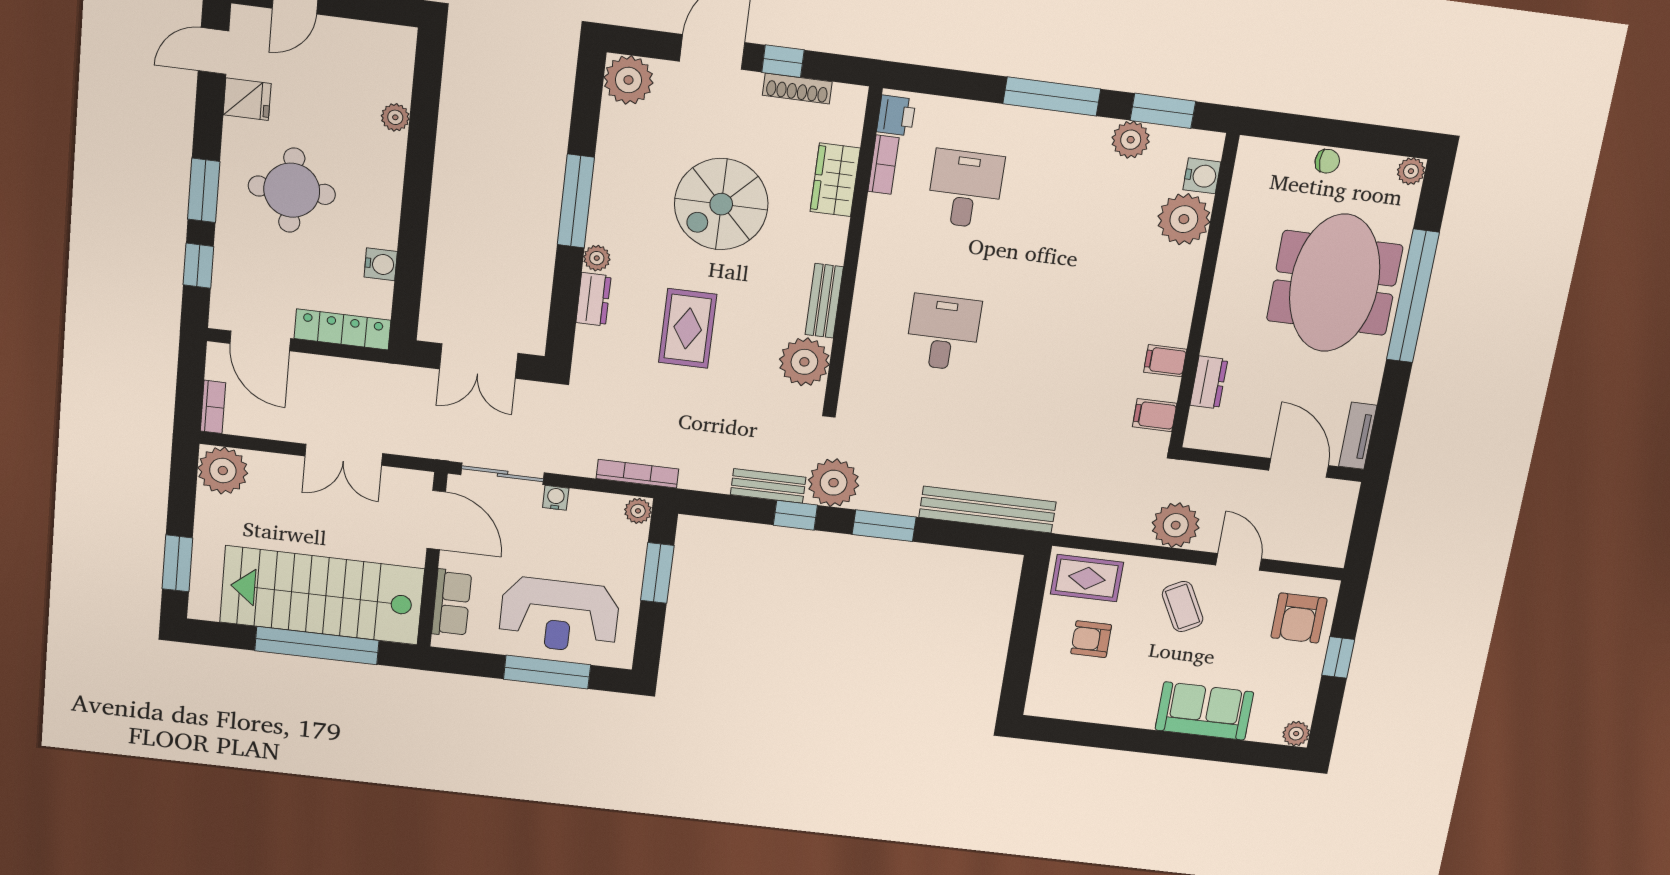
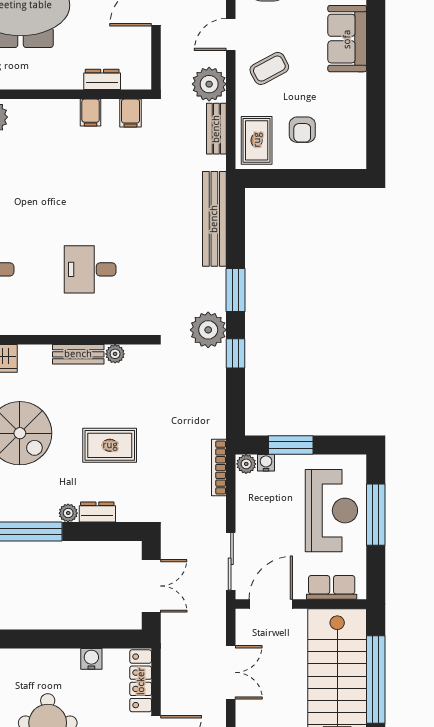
plant: (804, 362) -> (115, 354), width x0.53, depth x0.53
bench: (768, 486) -> (216, 129), moved
water cooler: (556, 498) -> (266, 463), moved, turned 90

